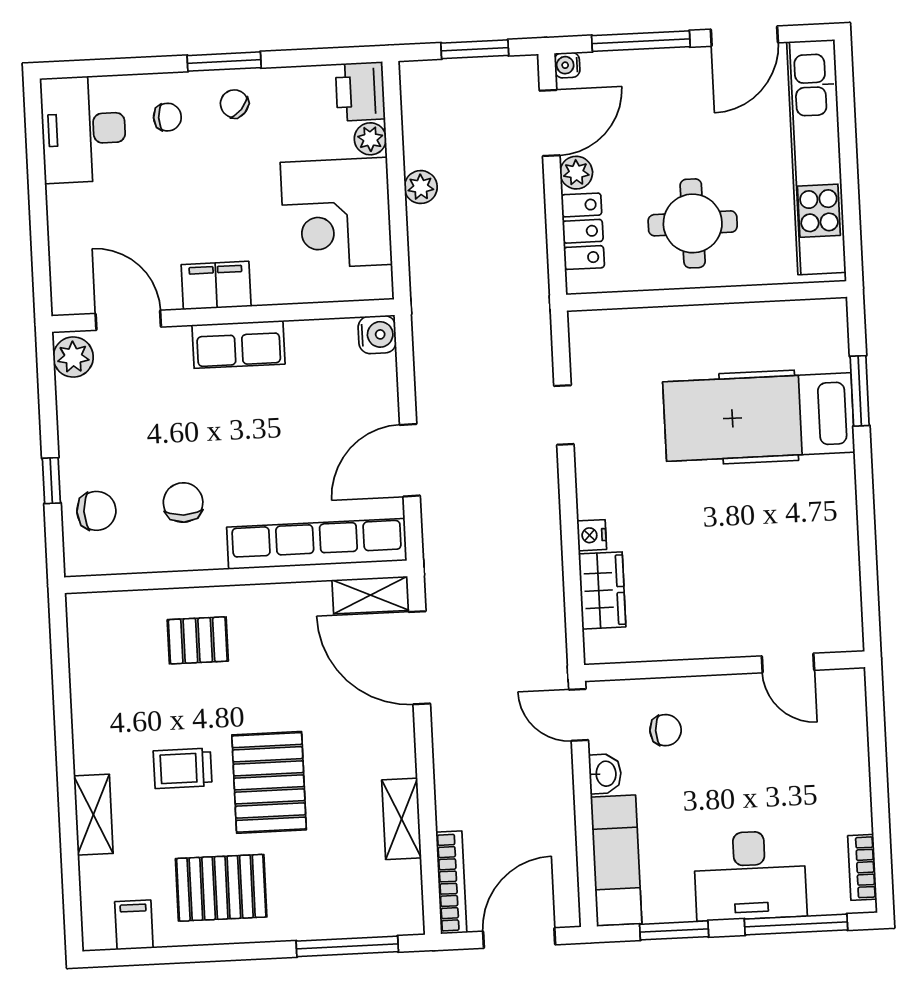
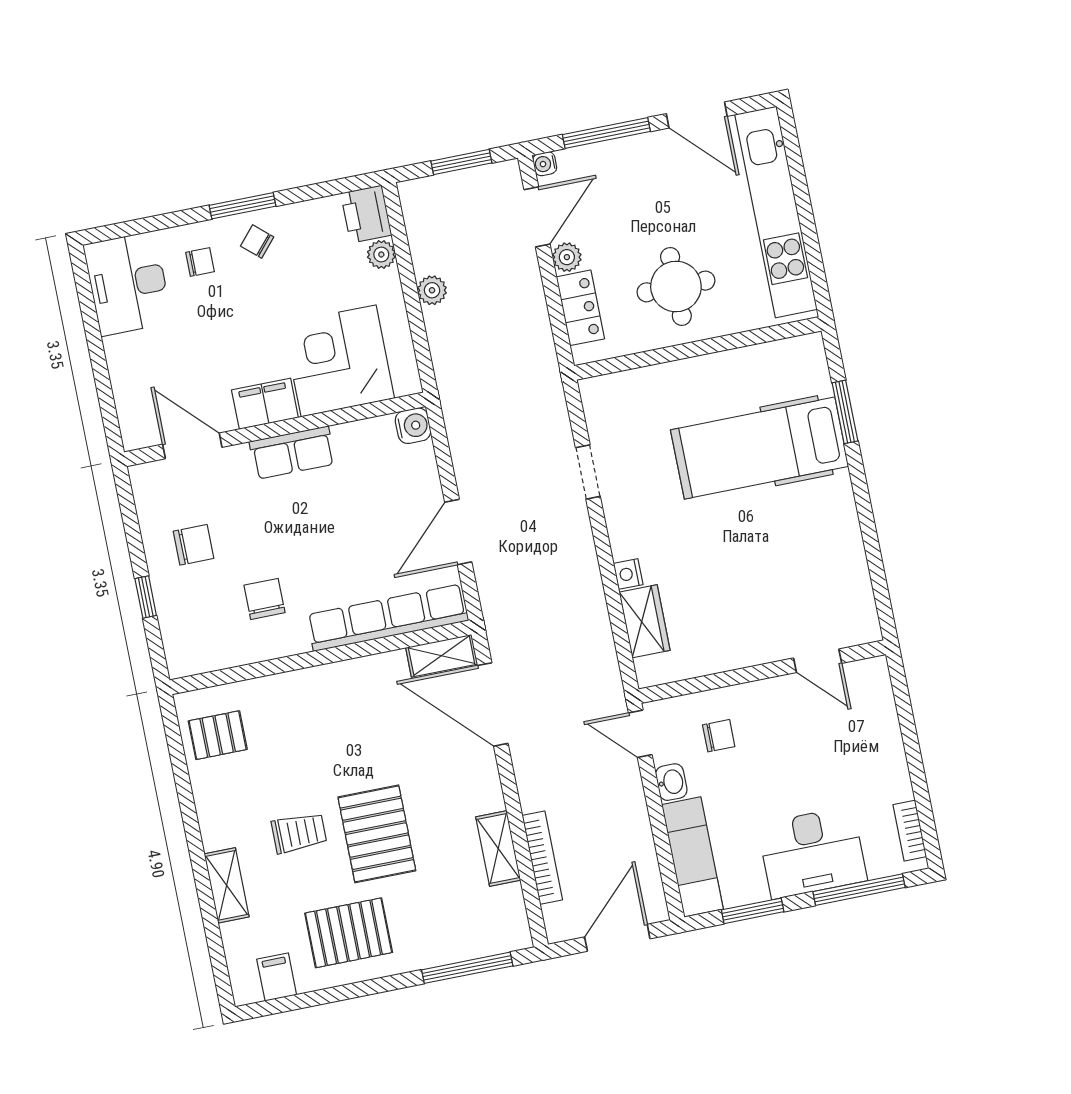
door: (744, 36) -> (697, 115), hinge flipped
corner desk: (336, 213) -> (339, 361), moved, turned 90
plant: (73, 357) -> (149, 485), removed
chair: (96, 511) -> (193, 545), moved
pallet: (198, 640) -> (218, 735), moved
trolley: (183, 768) -> (299, 833), turned 180
bookcase: (451, 882) -> (542, 858), moved

